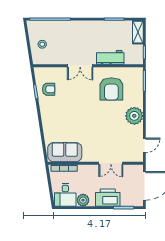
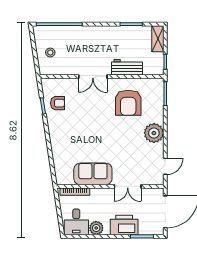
sofa: (65, 152) -> (93, 174), moved

